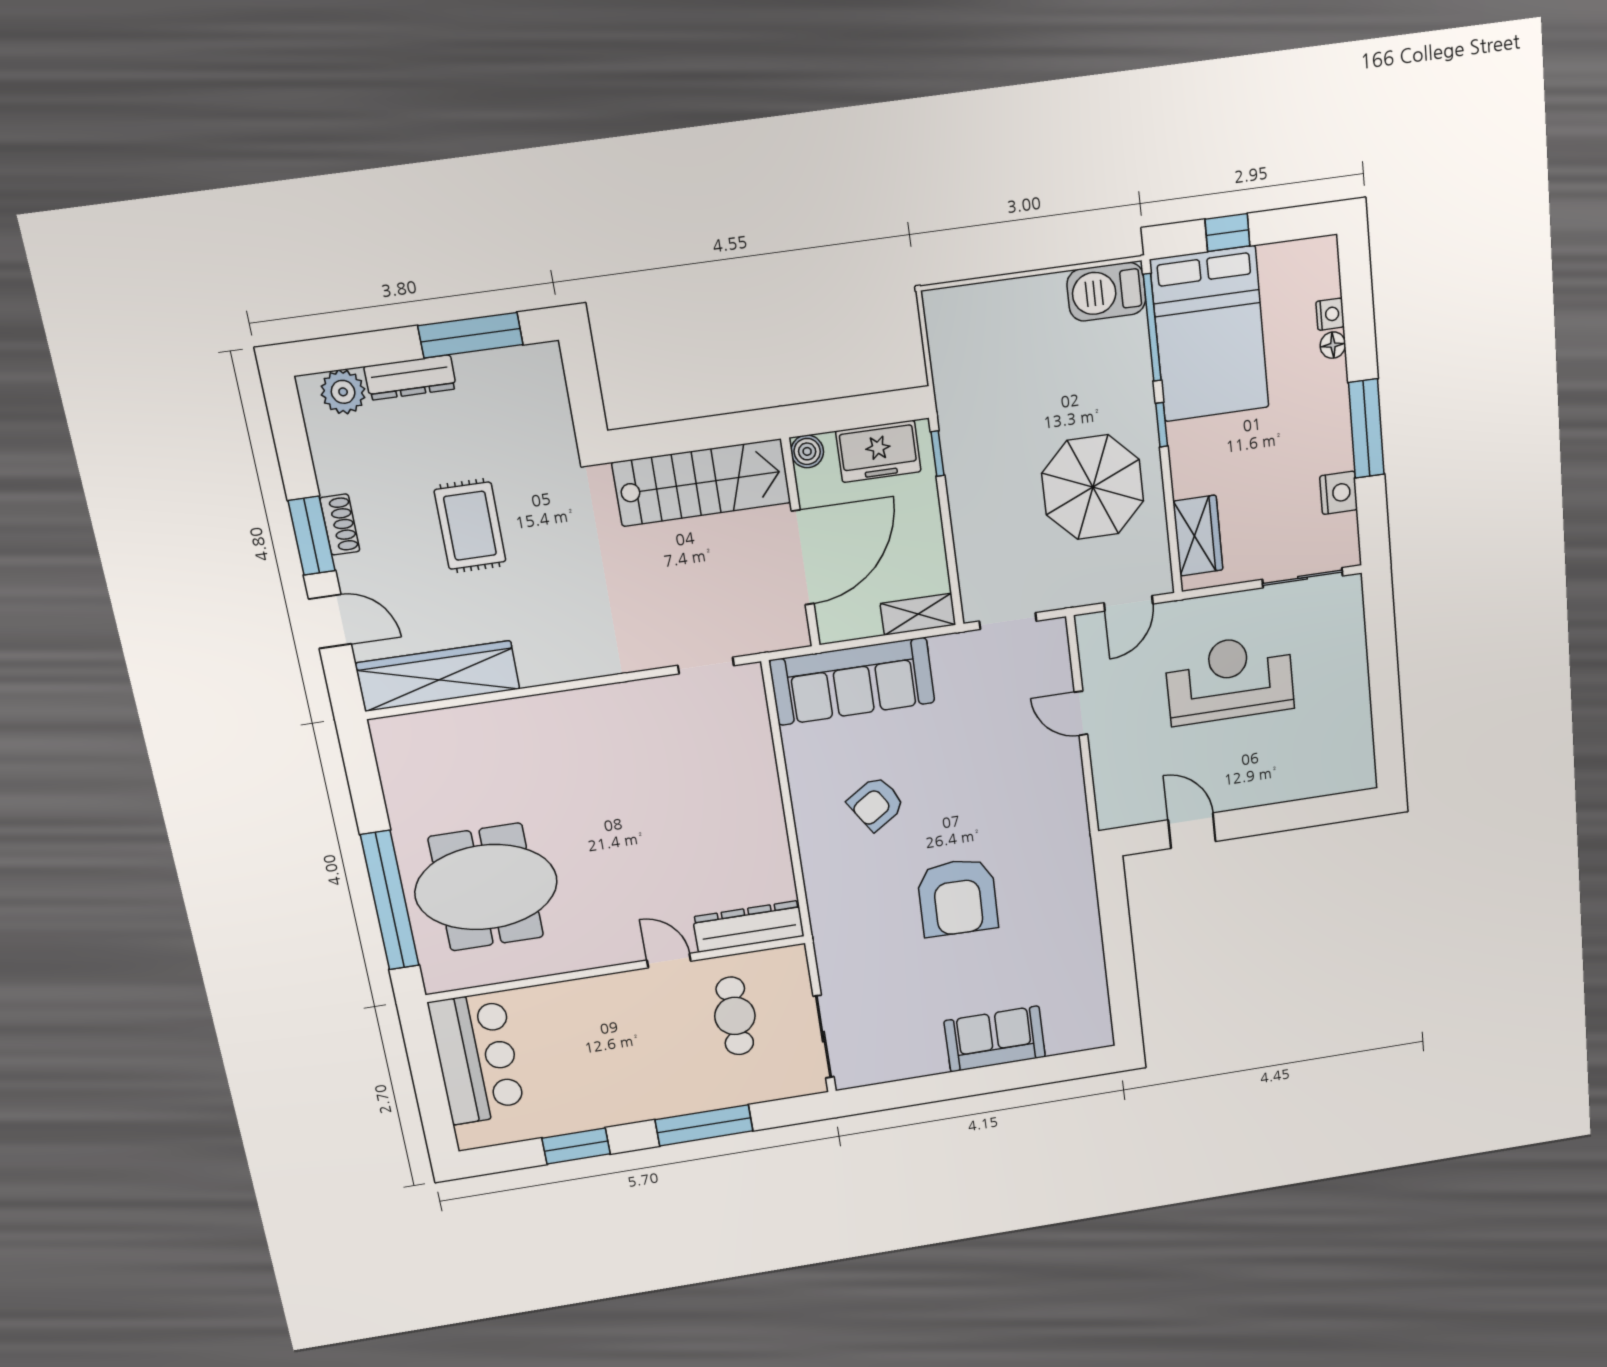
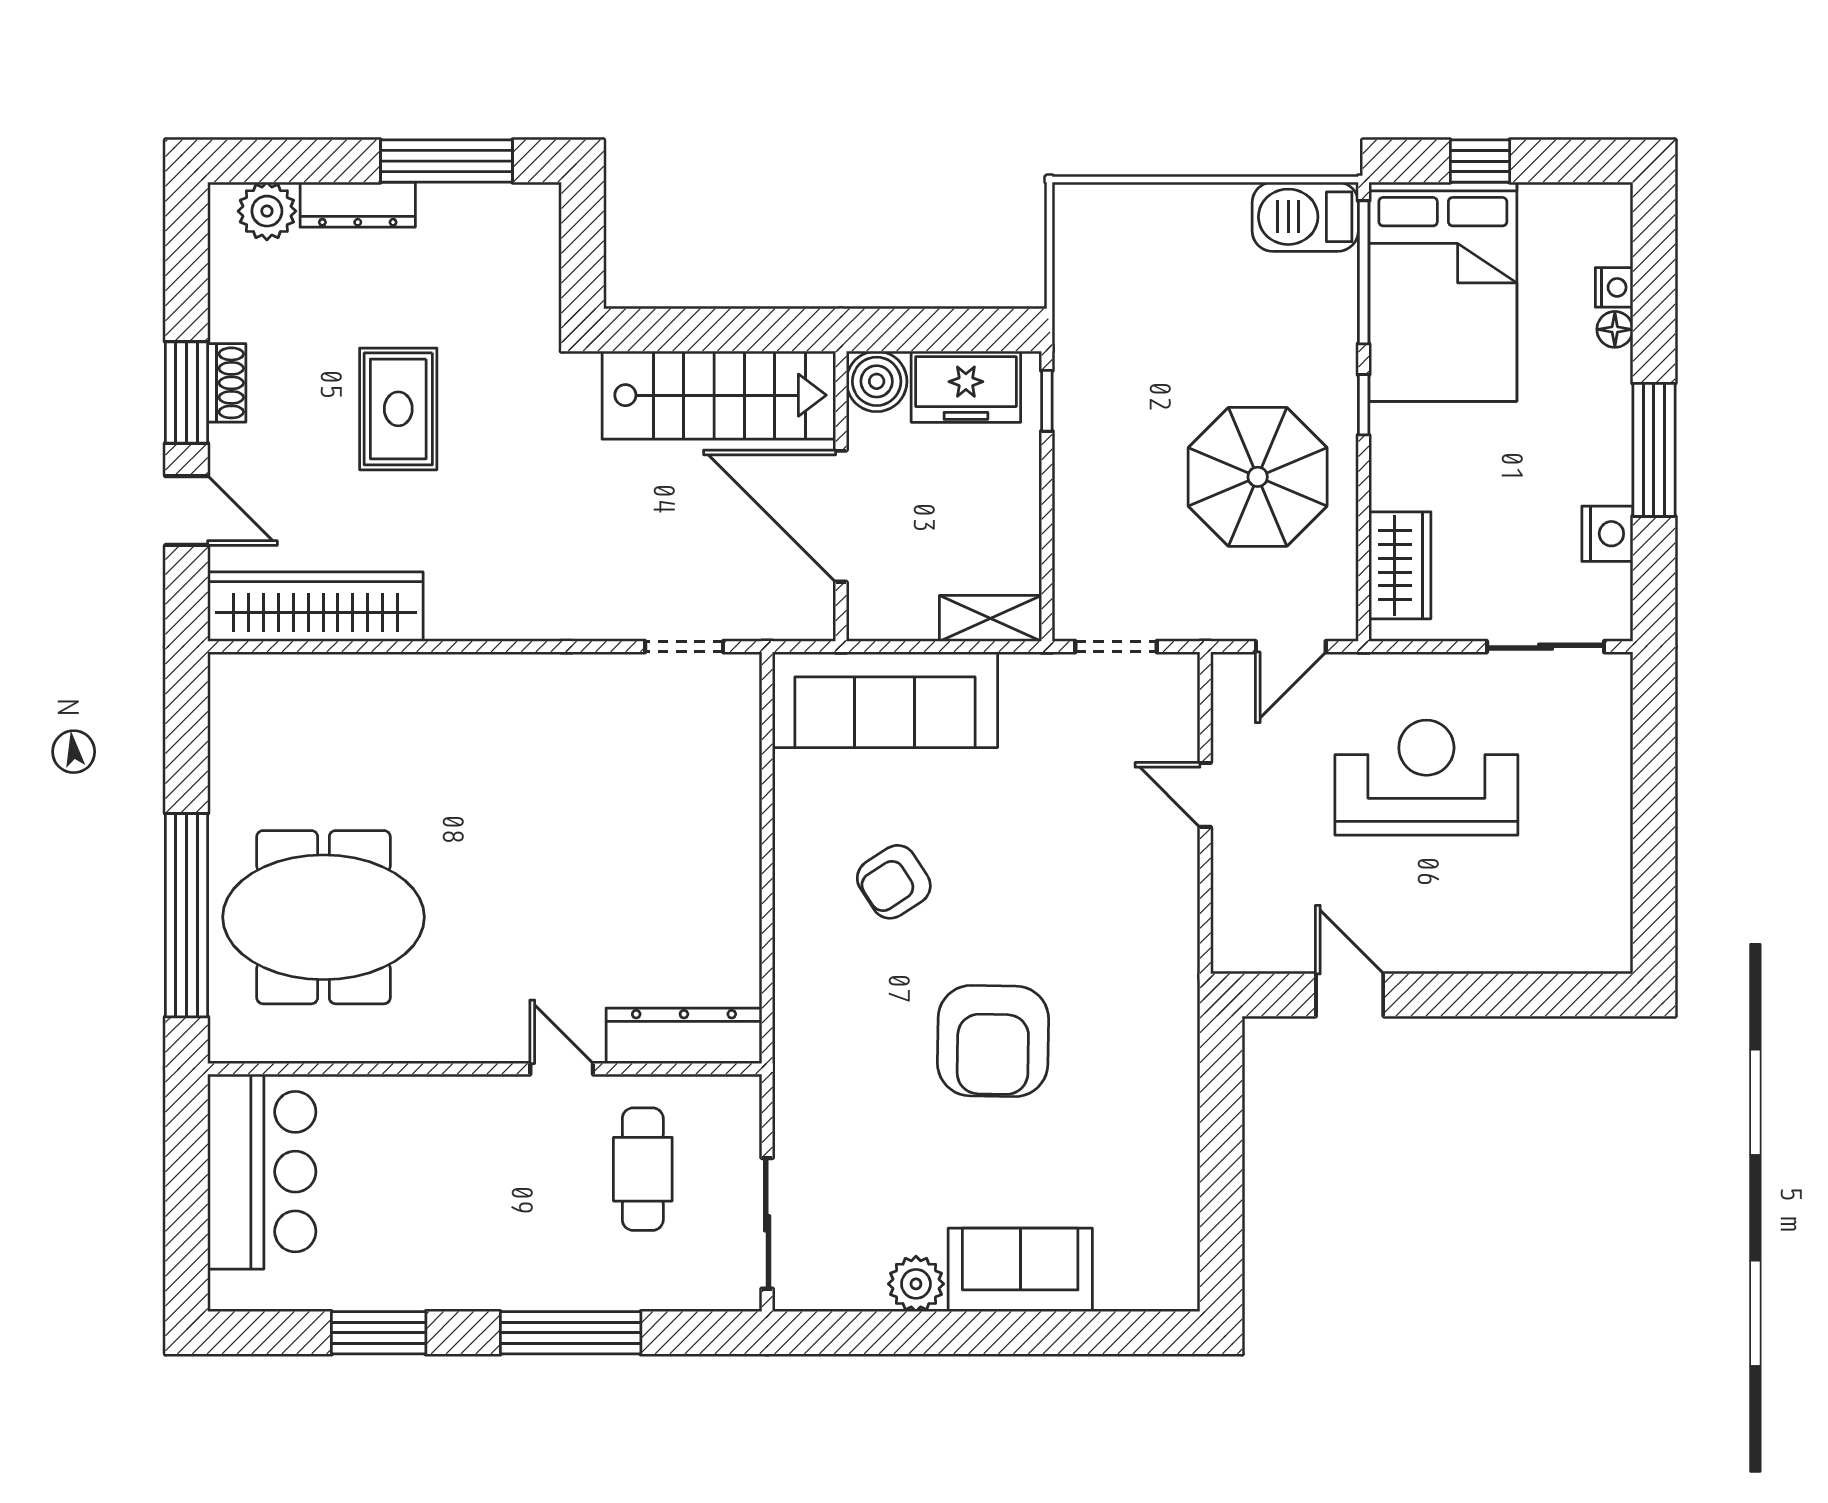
boiler: (807, 451) -> (877, 381), width x1.36, depth x1.36
door: (803, 557) -> (841, 516), swing flipped
plant: (927, 1058) -> (916, 1284), added

